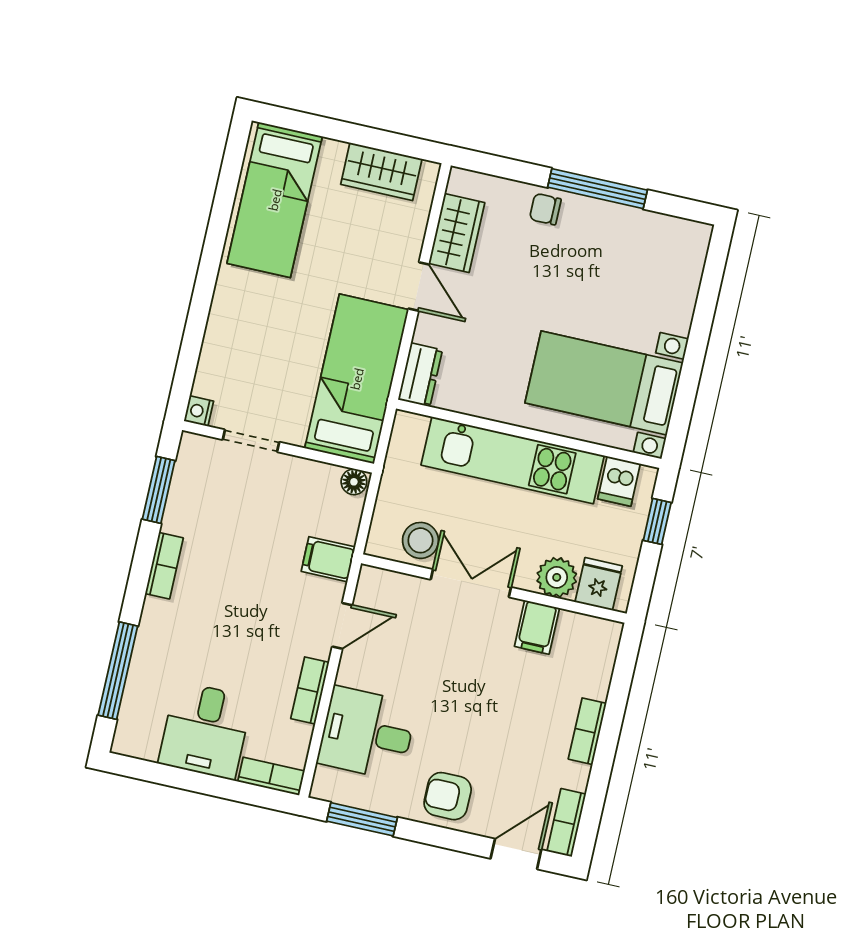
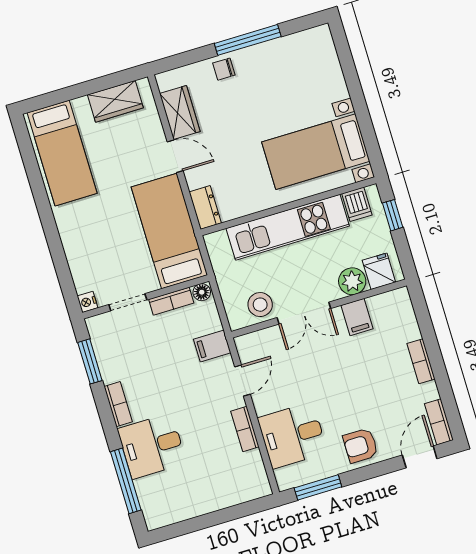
double door: (471, 583) -> (304, 313), swing flipped
desk: (205, 731) -> (152, 446), moved, turned 90
bookcase: (271, 776) -> (171, 301), moved, turned 180

